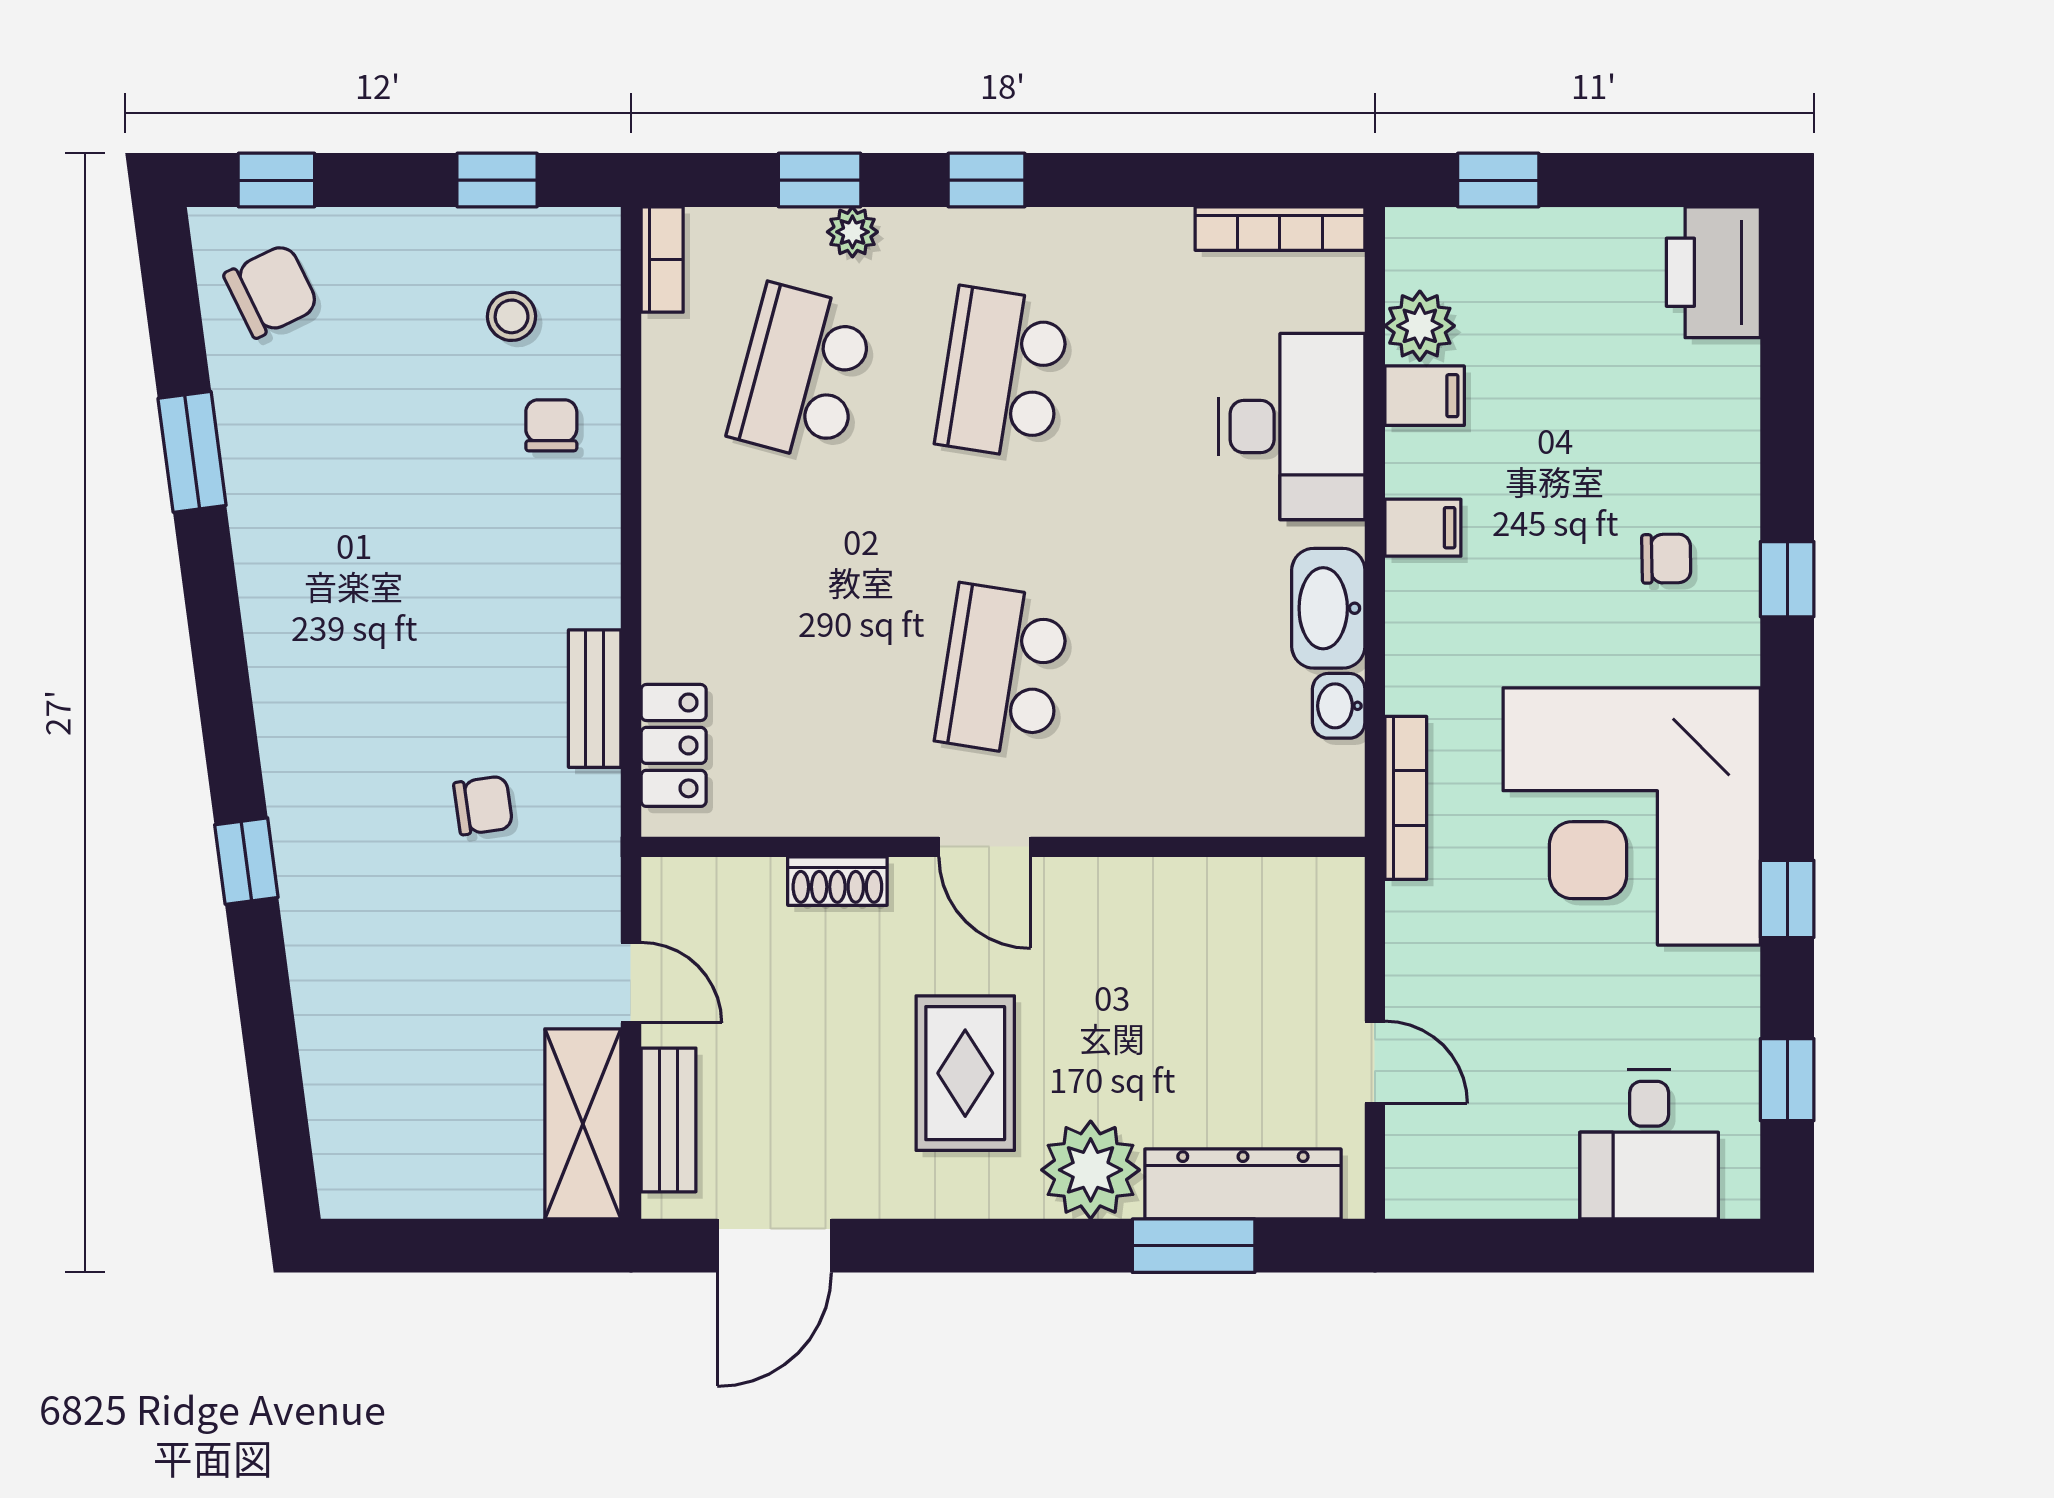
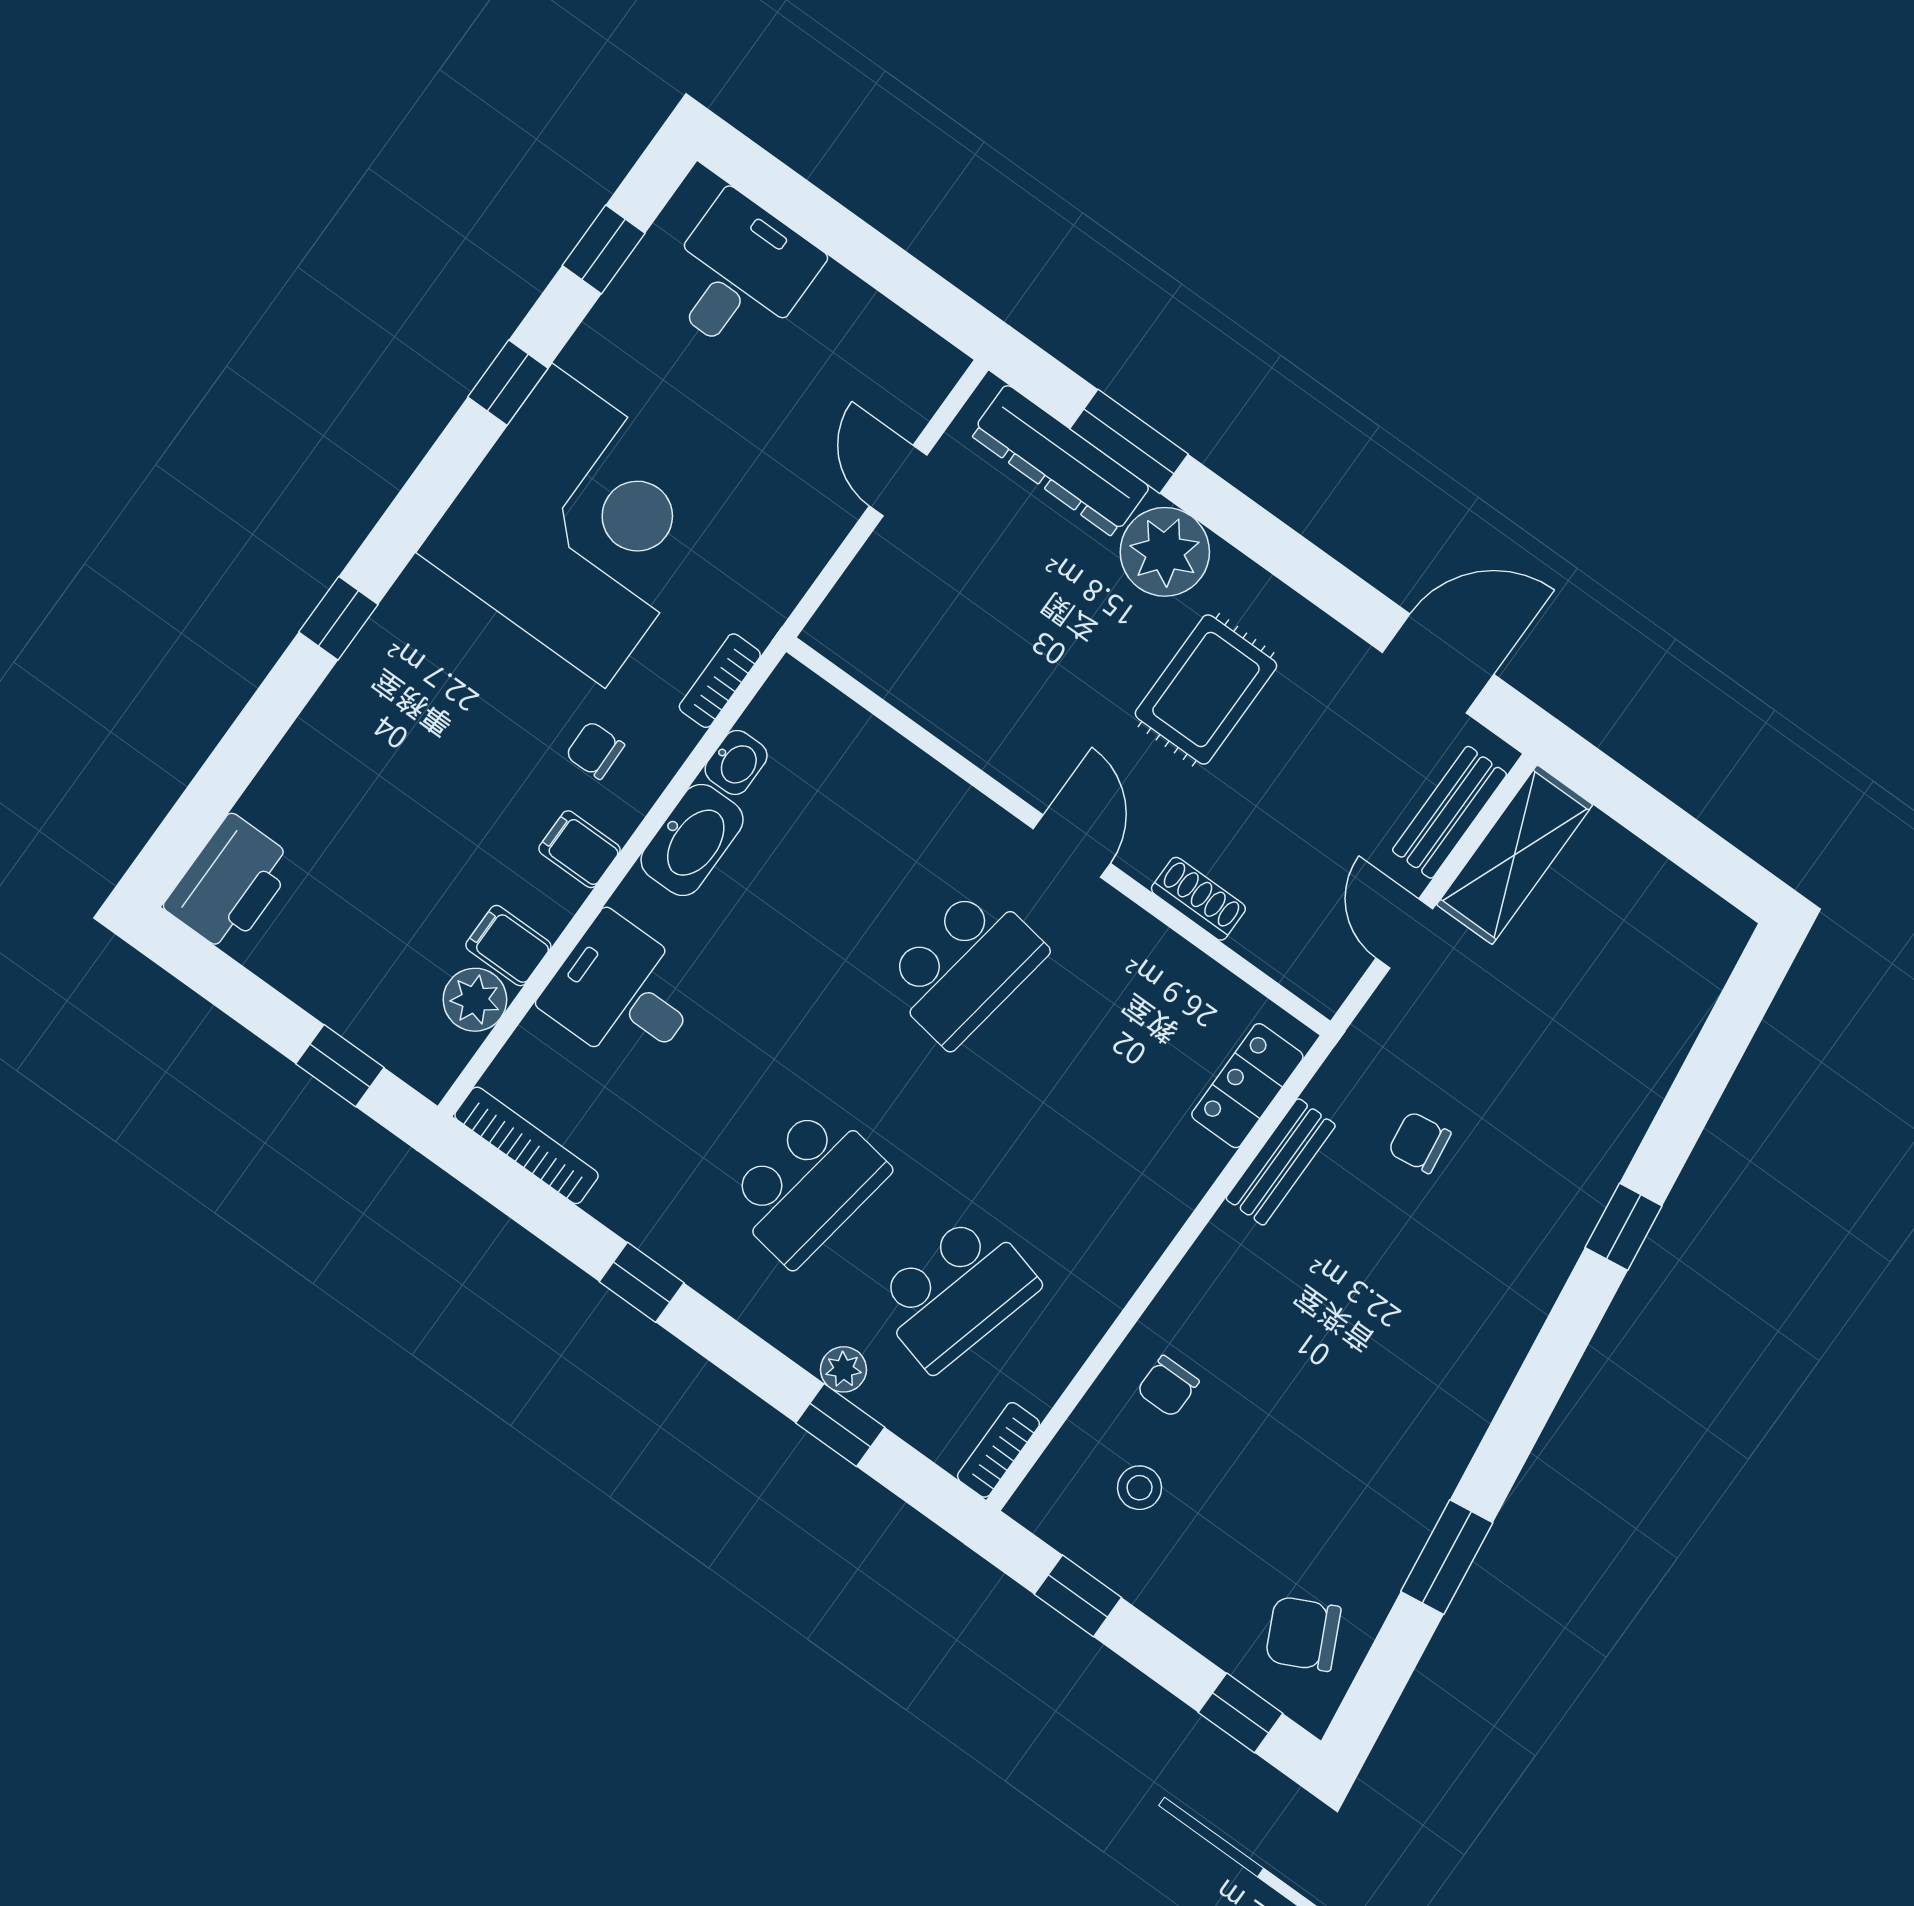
window: (986, 180) -> (642, 1282), moved
desk: (1292, 427) -> (623, 993), width x0.73
chair: (1666, 559) -> (595, 750), moved
bookcase: (1406, 798) -> (720, 681), width x0.64

